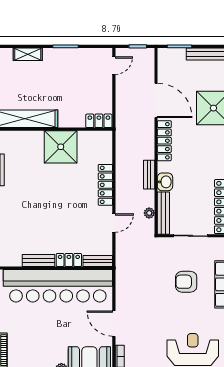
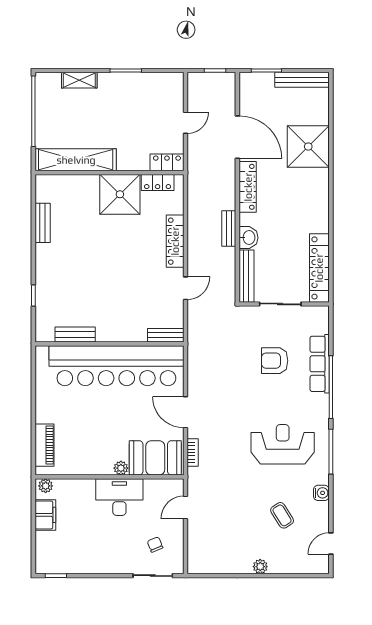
door: (114, 66) -> (185, 123), moved
plant: (149, 213) -> (229, 276), removed
bench: (38, 260) -> (75, 334), moved
locker: (69, 260) -> (158, 182), moved, turned 180

